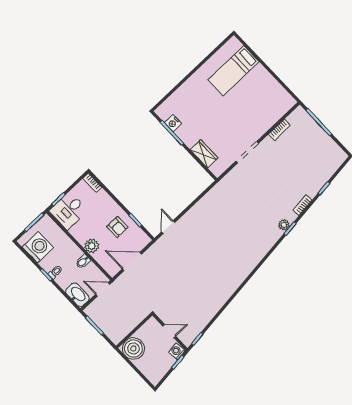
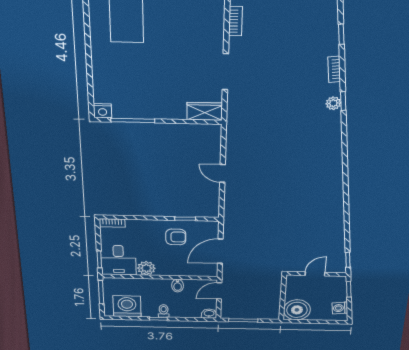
nightstand: (173, 123) -> (103, 111), moved
wardrobe: (204, 154) -> (205, 111), moved
door: (168, 227) -> (222, 173), moved
plant: (92, 246) -> (146, 268), moved
washbasin: (77, 295) -> (209, 314), width x0.52, depth x0.69
washing machine: (177, 351) -> (340, 308), moved

